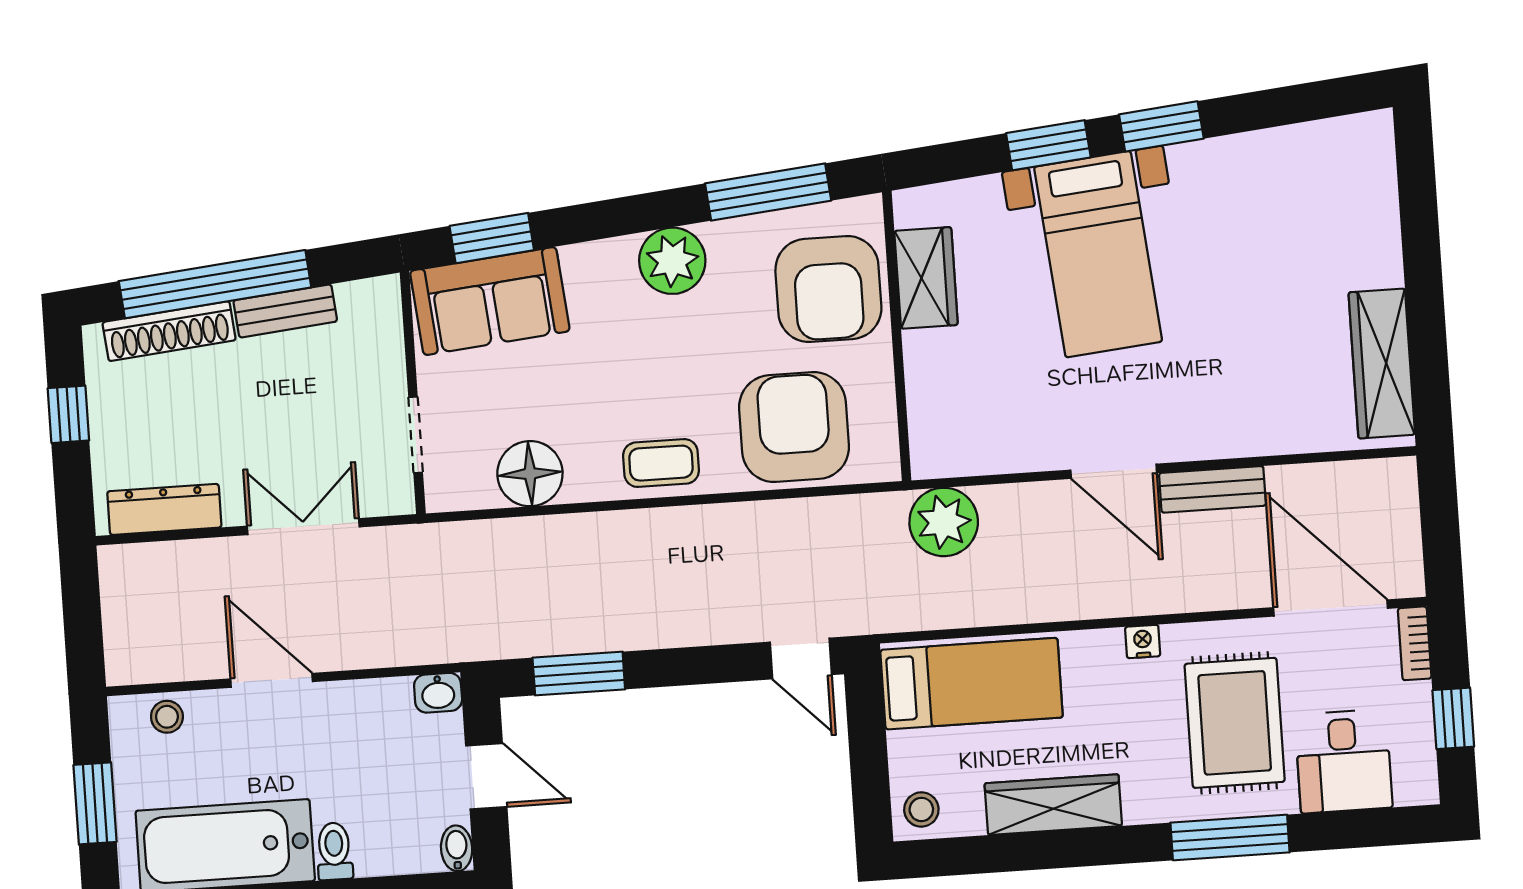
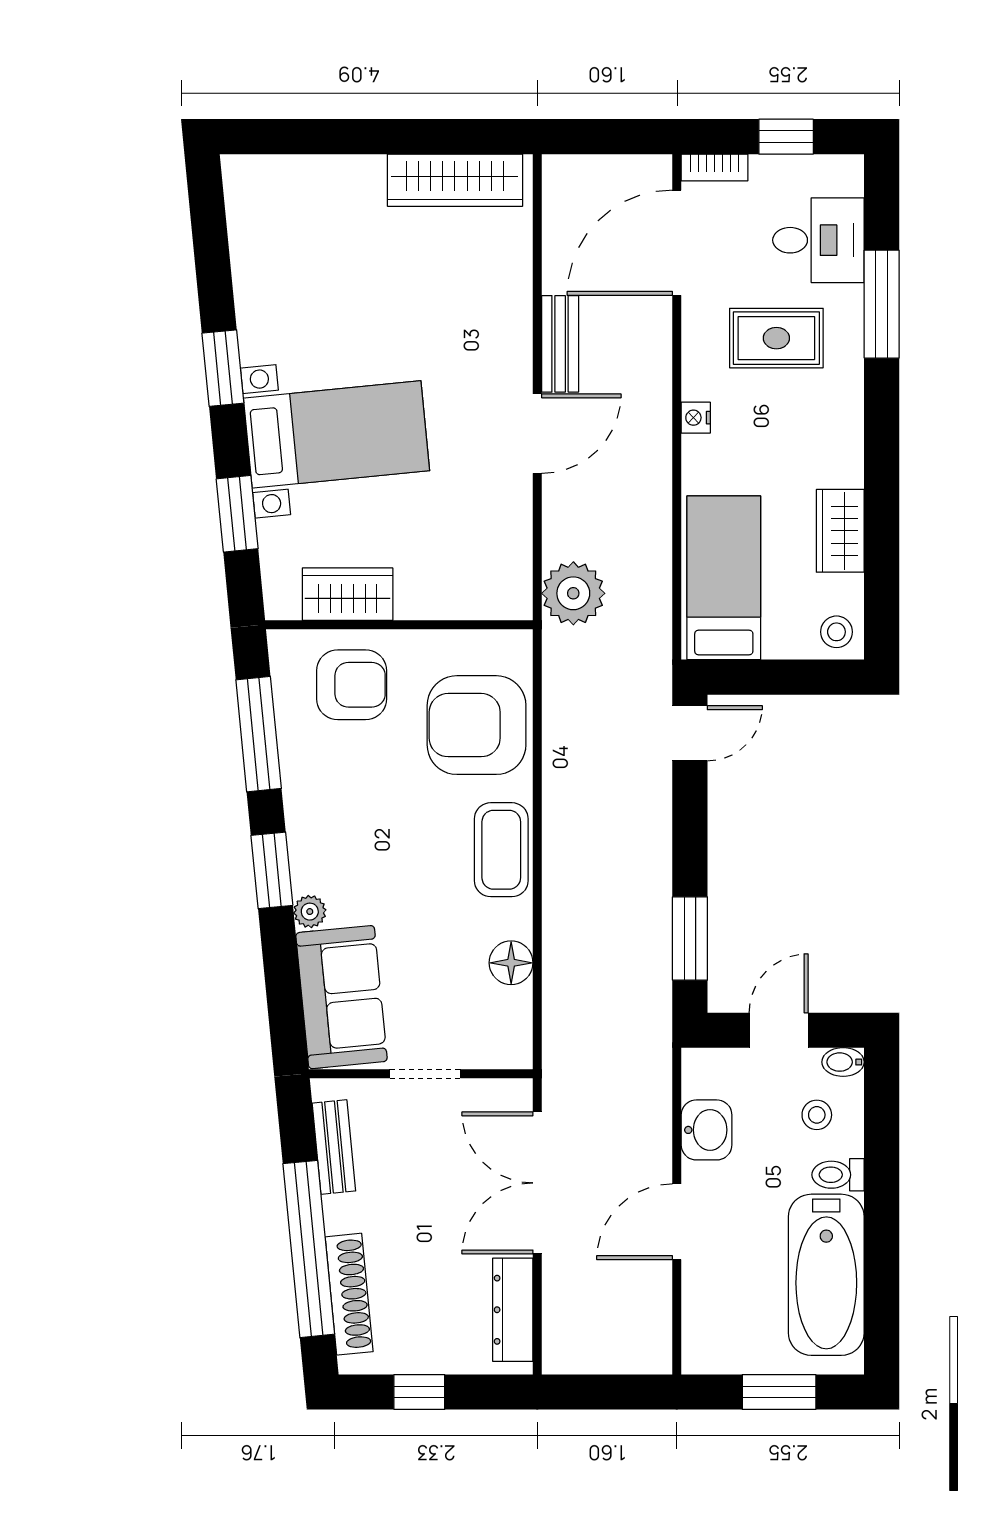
window: (1048, 145) -> (237, 514), moved
window: (492, 238) -> (272, 870), moved
plant: (672, 261) -> (310, 912), moved, width x0.53, depth x0.53
armchair: (828, 289) -> (352, 685), width x0.73, depth x0.73
bench: (285, 311) -> (334, 1147), moved
doorway: (416, 435) -> (425, 1074), moved
coffee table: (661, 463) -> (501, 850), width x1.36, depth x1.30
floor lamp: (530, 474) -> (511, 963), width x0.73, depth x0.73
double door: (303, 527) -> (537, 1183), width x1.37
washbasin: (438, 693) -> (707, 1130), moved, width x1.38, depth x1.45
stool: (167, 717) -> (817, 1115), moved
rug: (1235, 723) -> (776, 338), width x0.73, depth x0.70
wardrobe: (1053, 805) -> (840, 531), width x0.67
window: (1230, 838) -> (882, 304), moved

